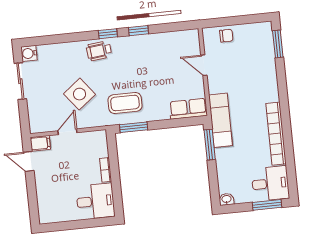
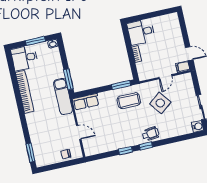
window: (267, 205) -> (35, 41), moved

